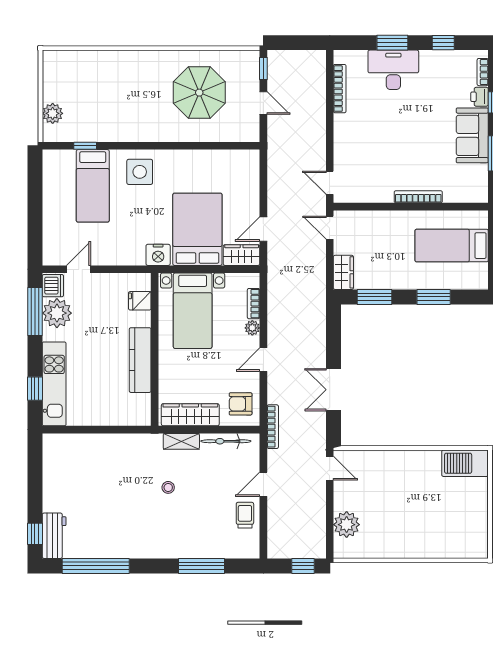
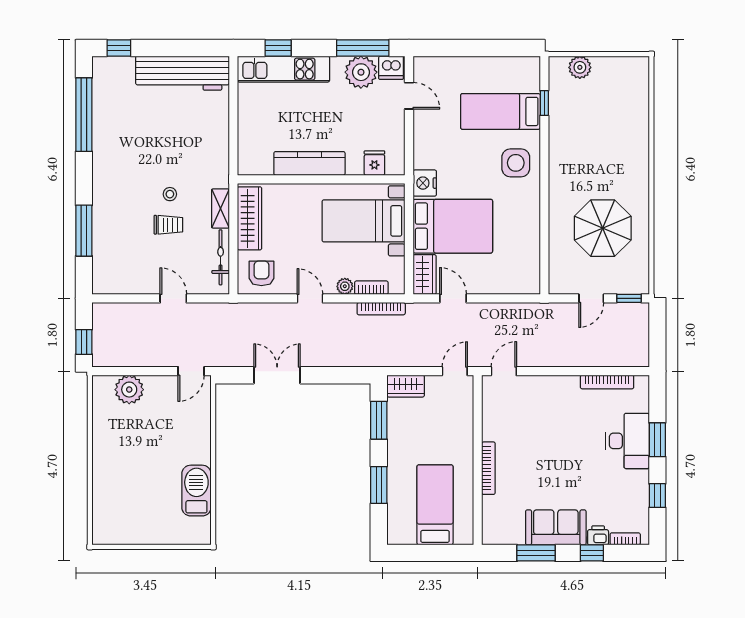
bookcase: (273, 427) -> (381, 309), moved
barbecue: (465, 463) -> (196, 491), moved
trolley: (245, 515) -> (168, 225), moved
workbench: (54, 536) -> (182, 73), moved, width x1.88, depth x1.32

